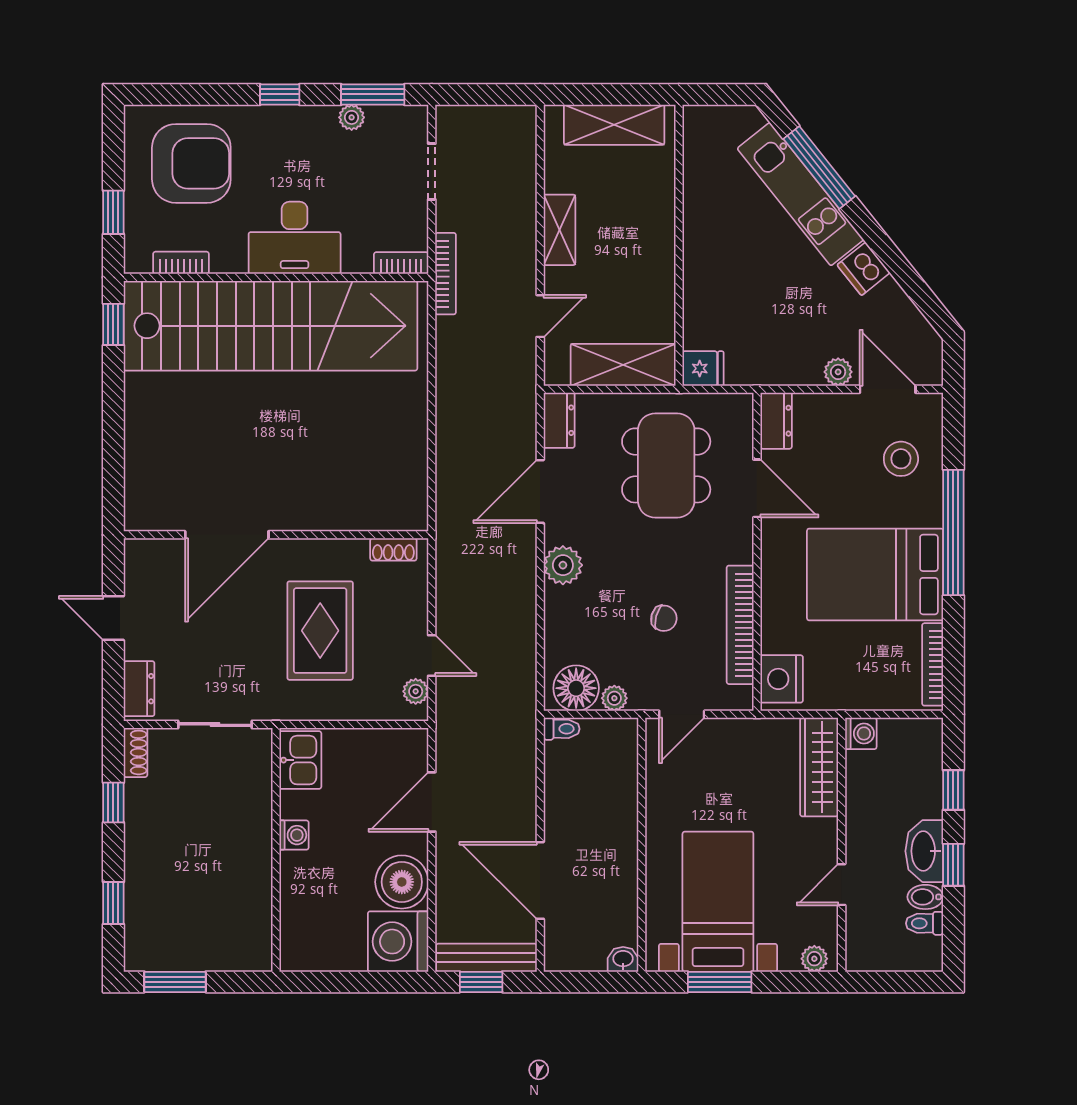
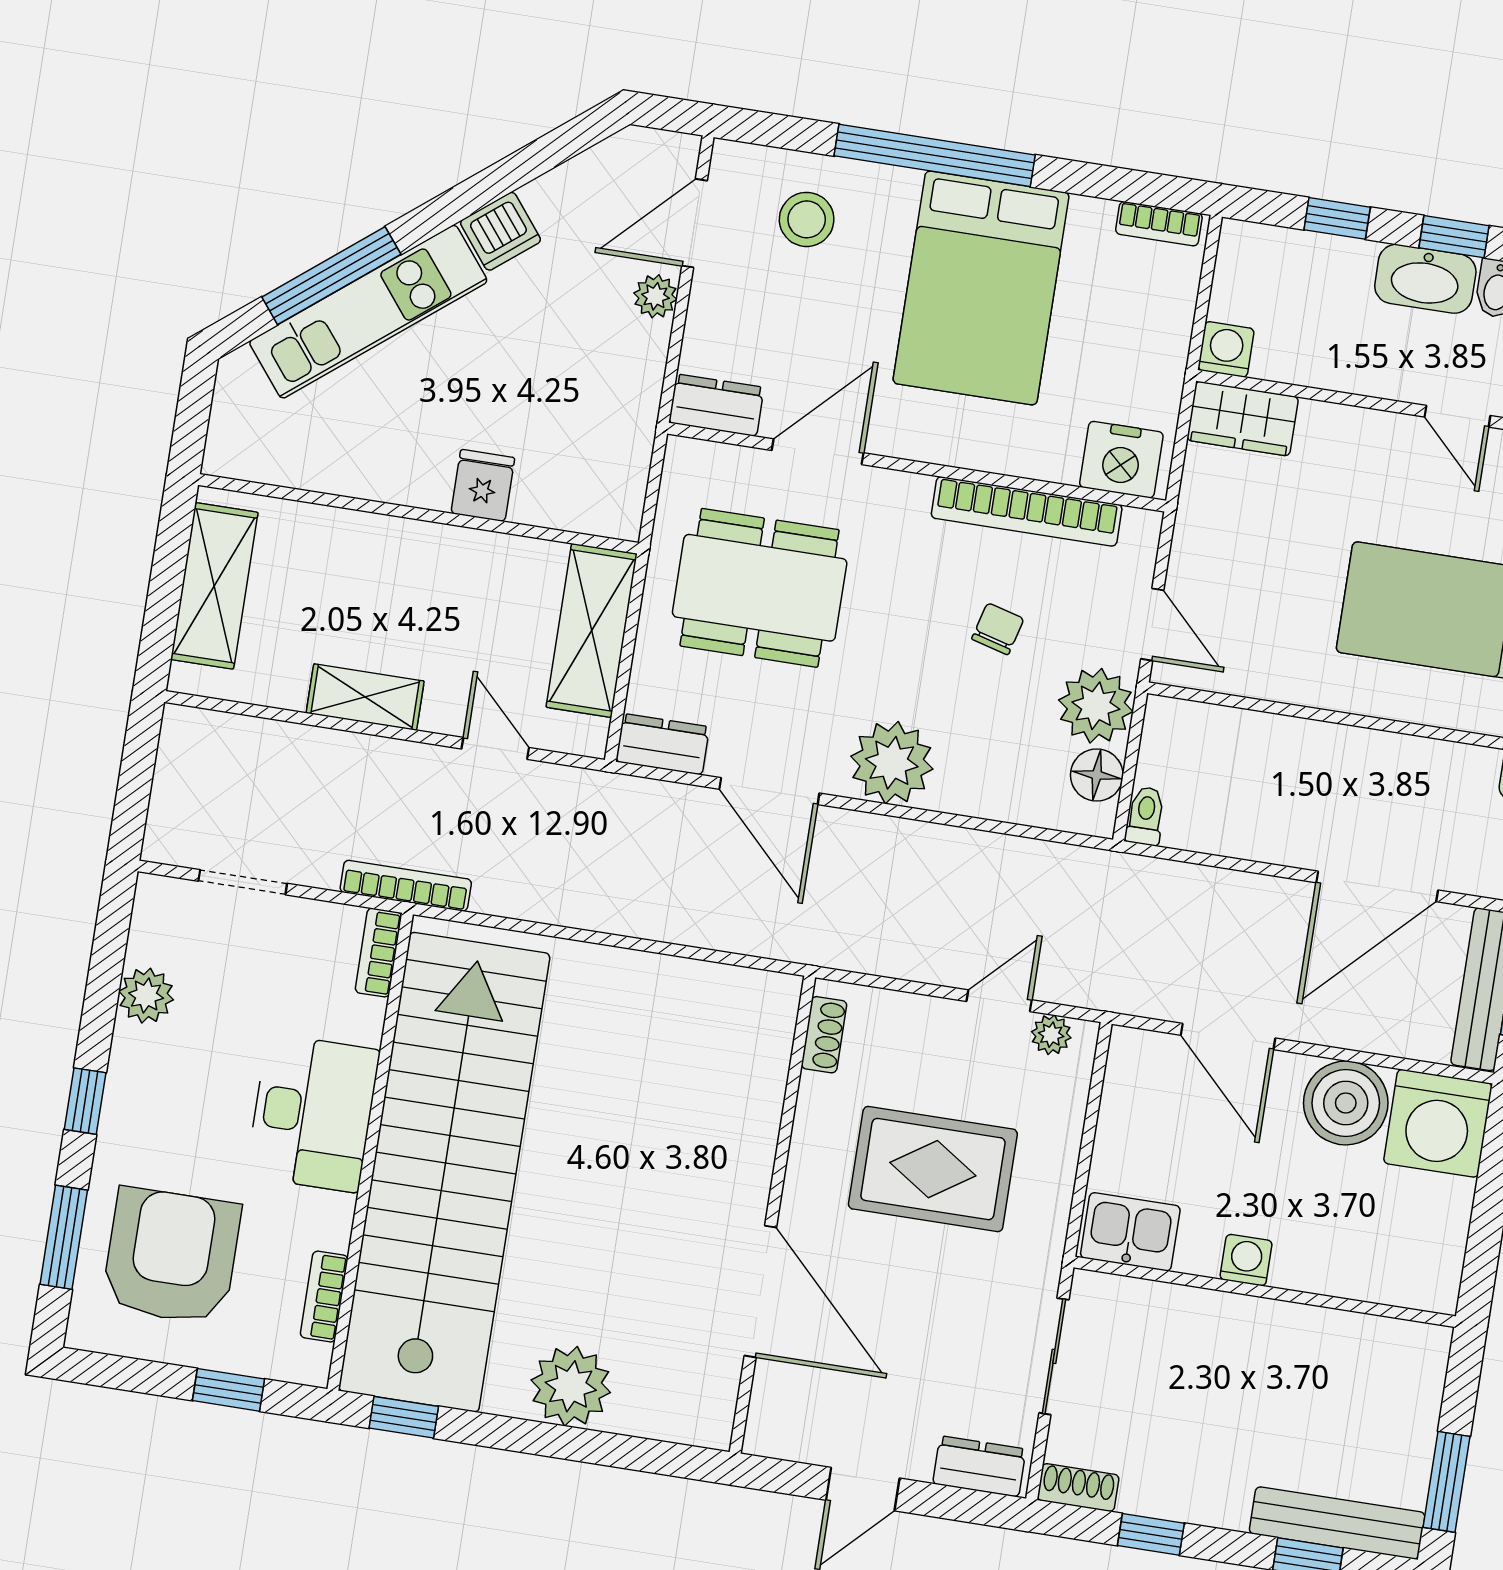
window: (373, 94) -> (64, 1237), moved
plant: (352, 117) -> (146, 996), width x1.38, depth x1.38
fridge: (703, 368) -> (483, 486), moved
plant: (149, 426) -> (571, 1386), added
plant: (563, 565) -> (892, 763), width x1.36, depth x1.36
bookcase: (933, 664) -> (1159, 224), width x0.64
floor lamp: (576, 688) -> (1097, 775), width x0.73, depth x0.73
plant: (614, 698) -> (1096, 706), width x1.88, depth x1.88
wardrobe: (819, 767) -> (1243, 419), width x0.67
bench: (139, 918) -> (1337, 1523), added

